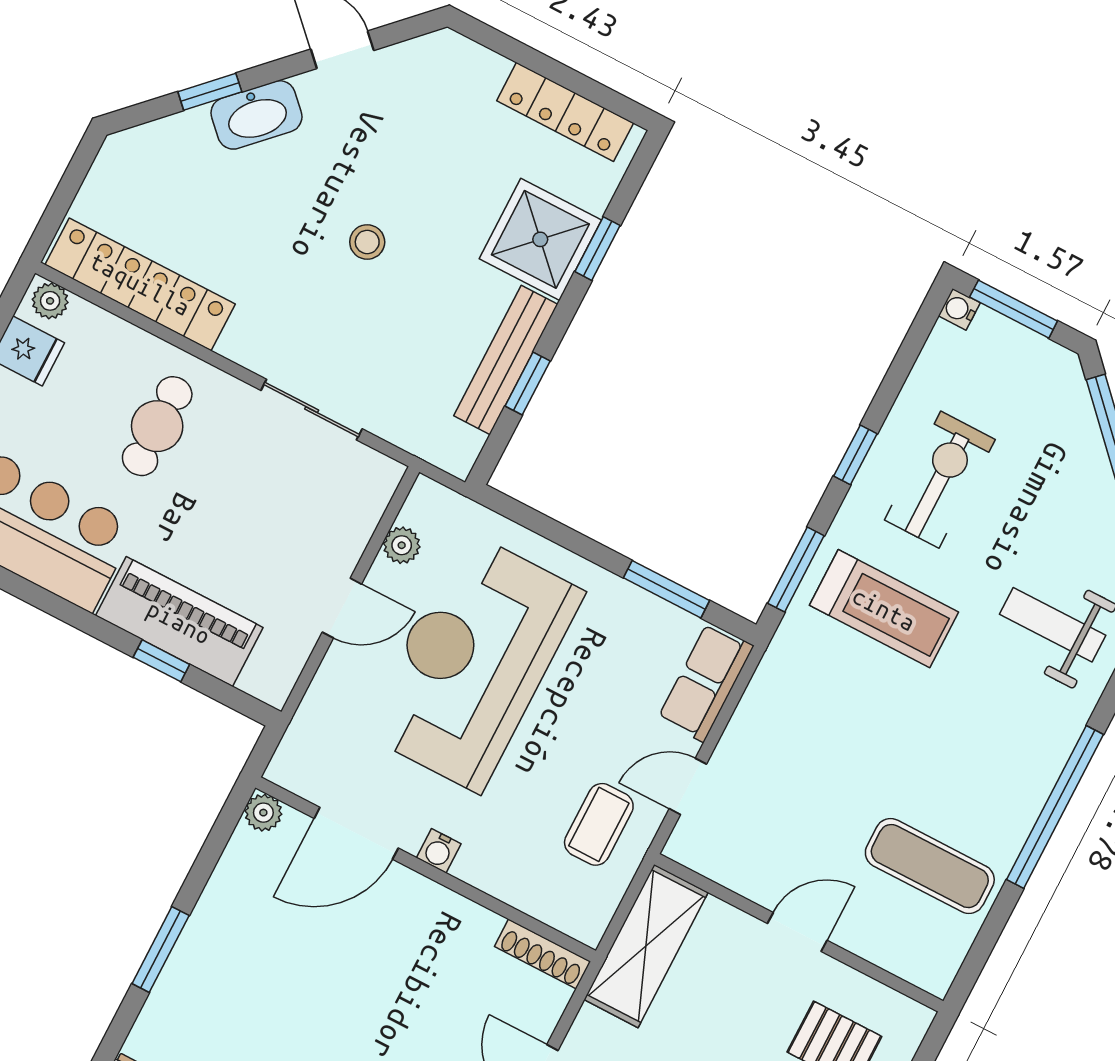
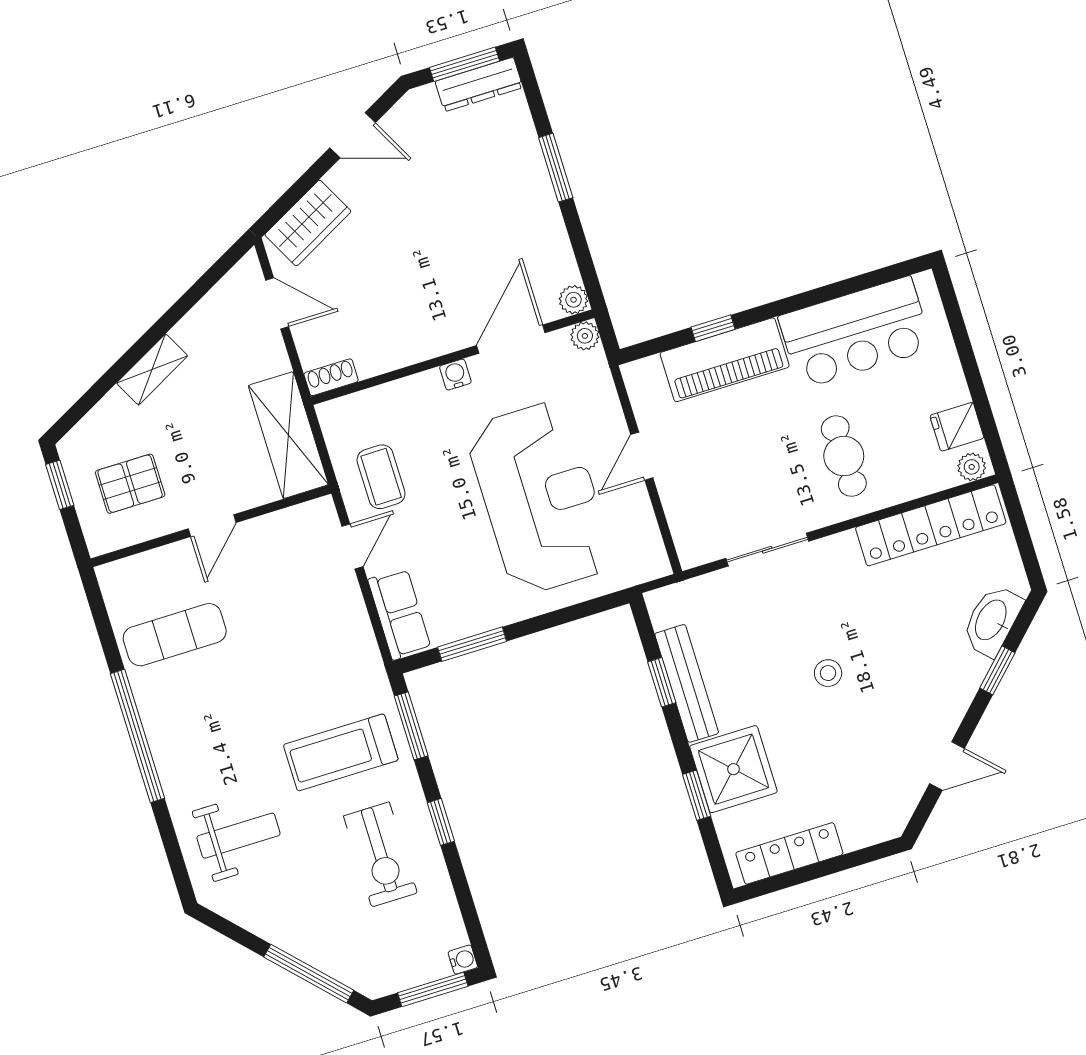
washbasin: (256, 115) -> (992, 620), moved
plant: (402, 545) -> (585, 336), moved
shoe rack: (543, 954) -> (331, 377), width x0.70

